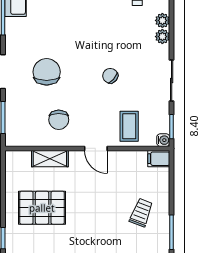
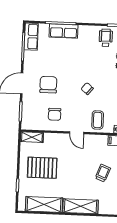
shelving: (50, 159) -> (32, 137), moved

